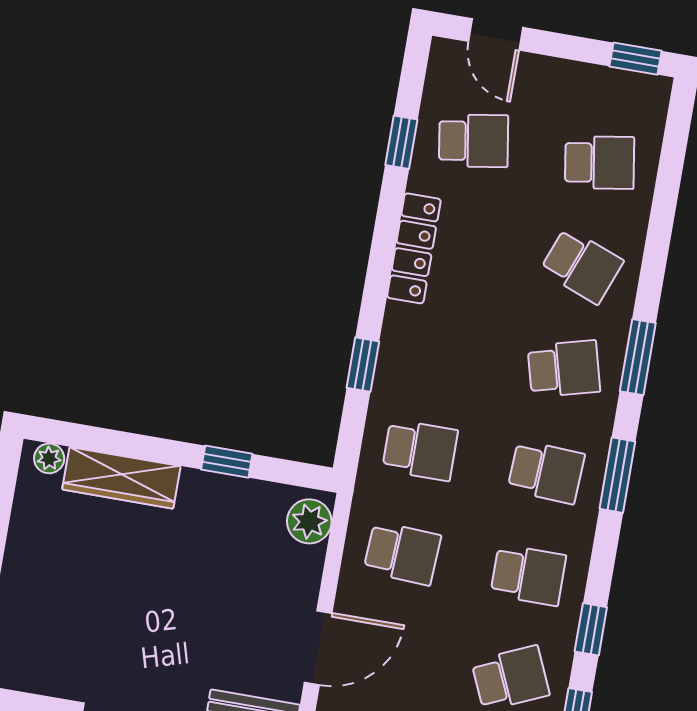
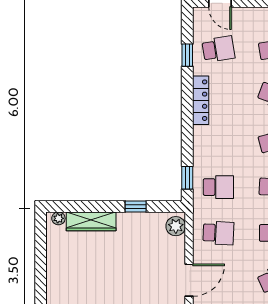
window: (363, 365) -> (187, 178), moved

